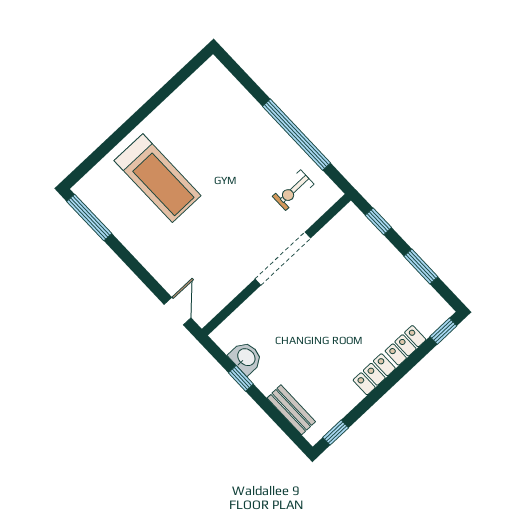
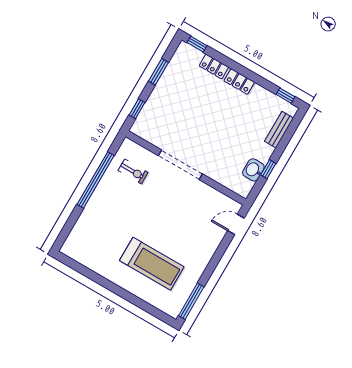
treadmill: (158, 178) -> (152, 264), turned 90

